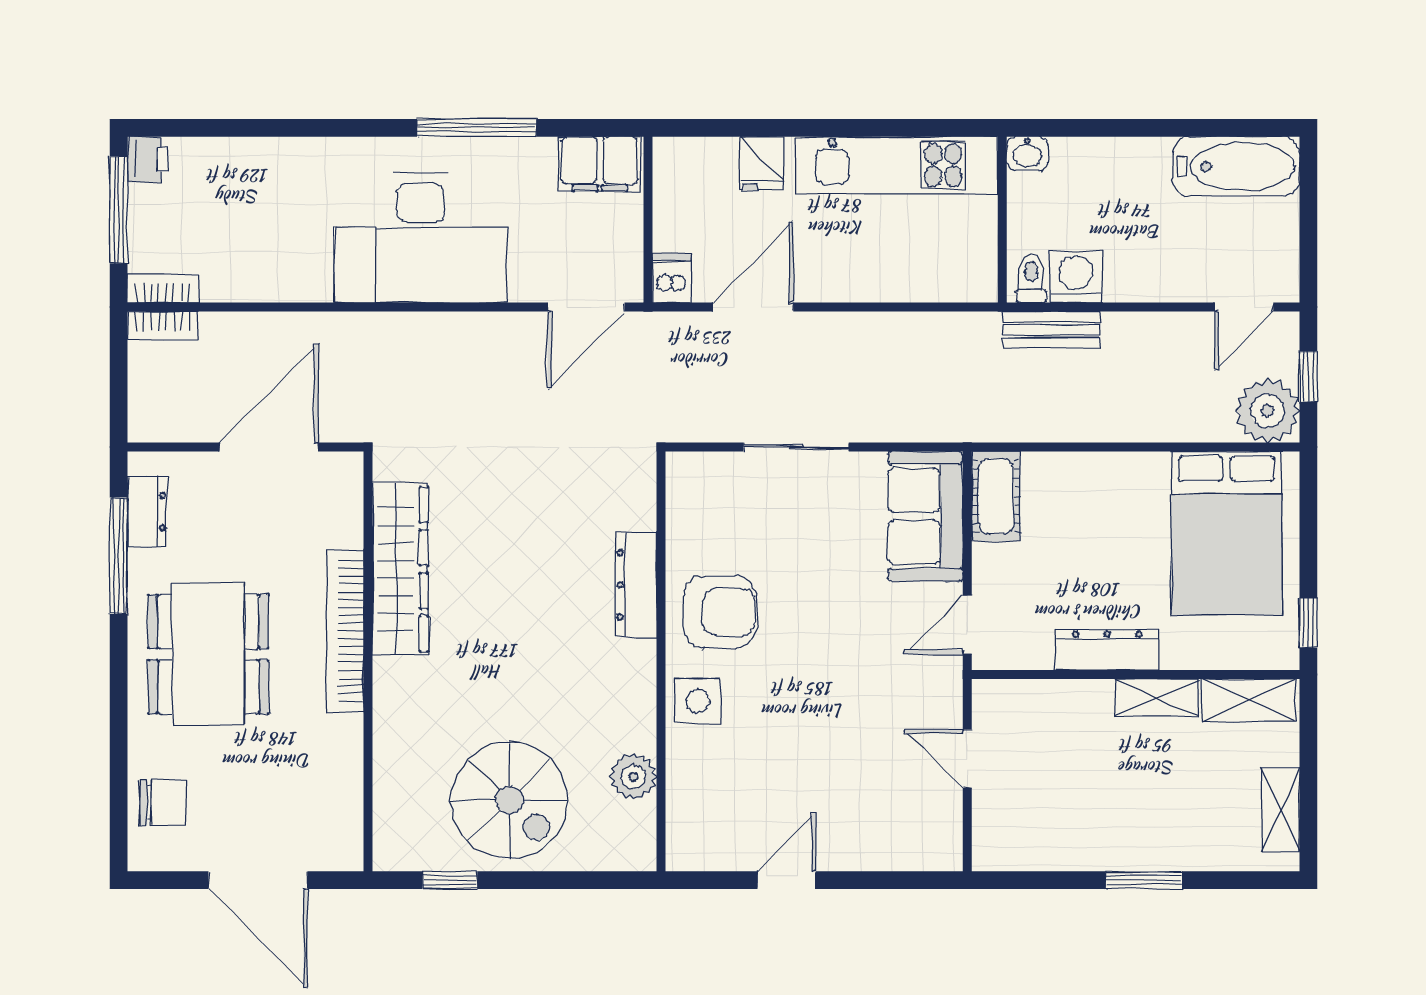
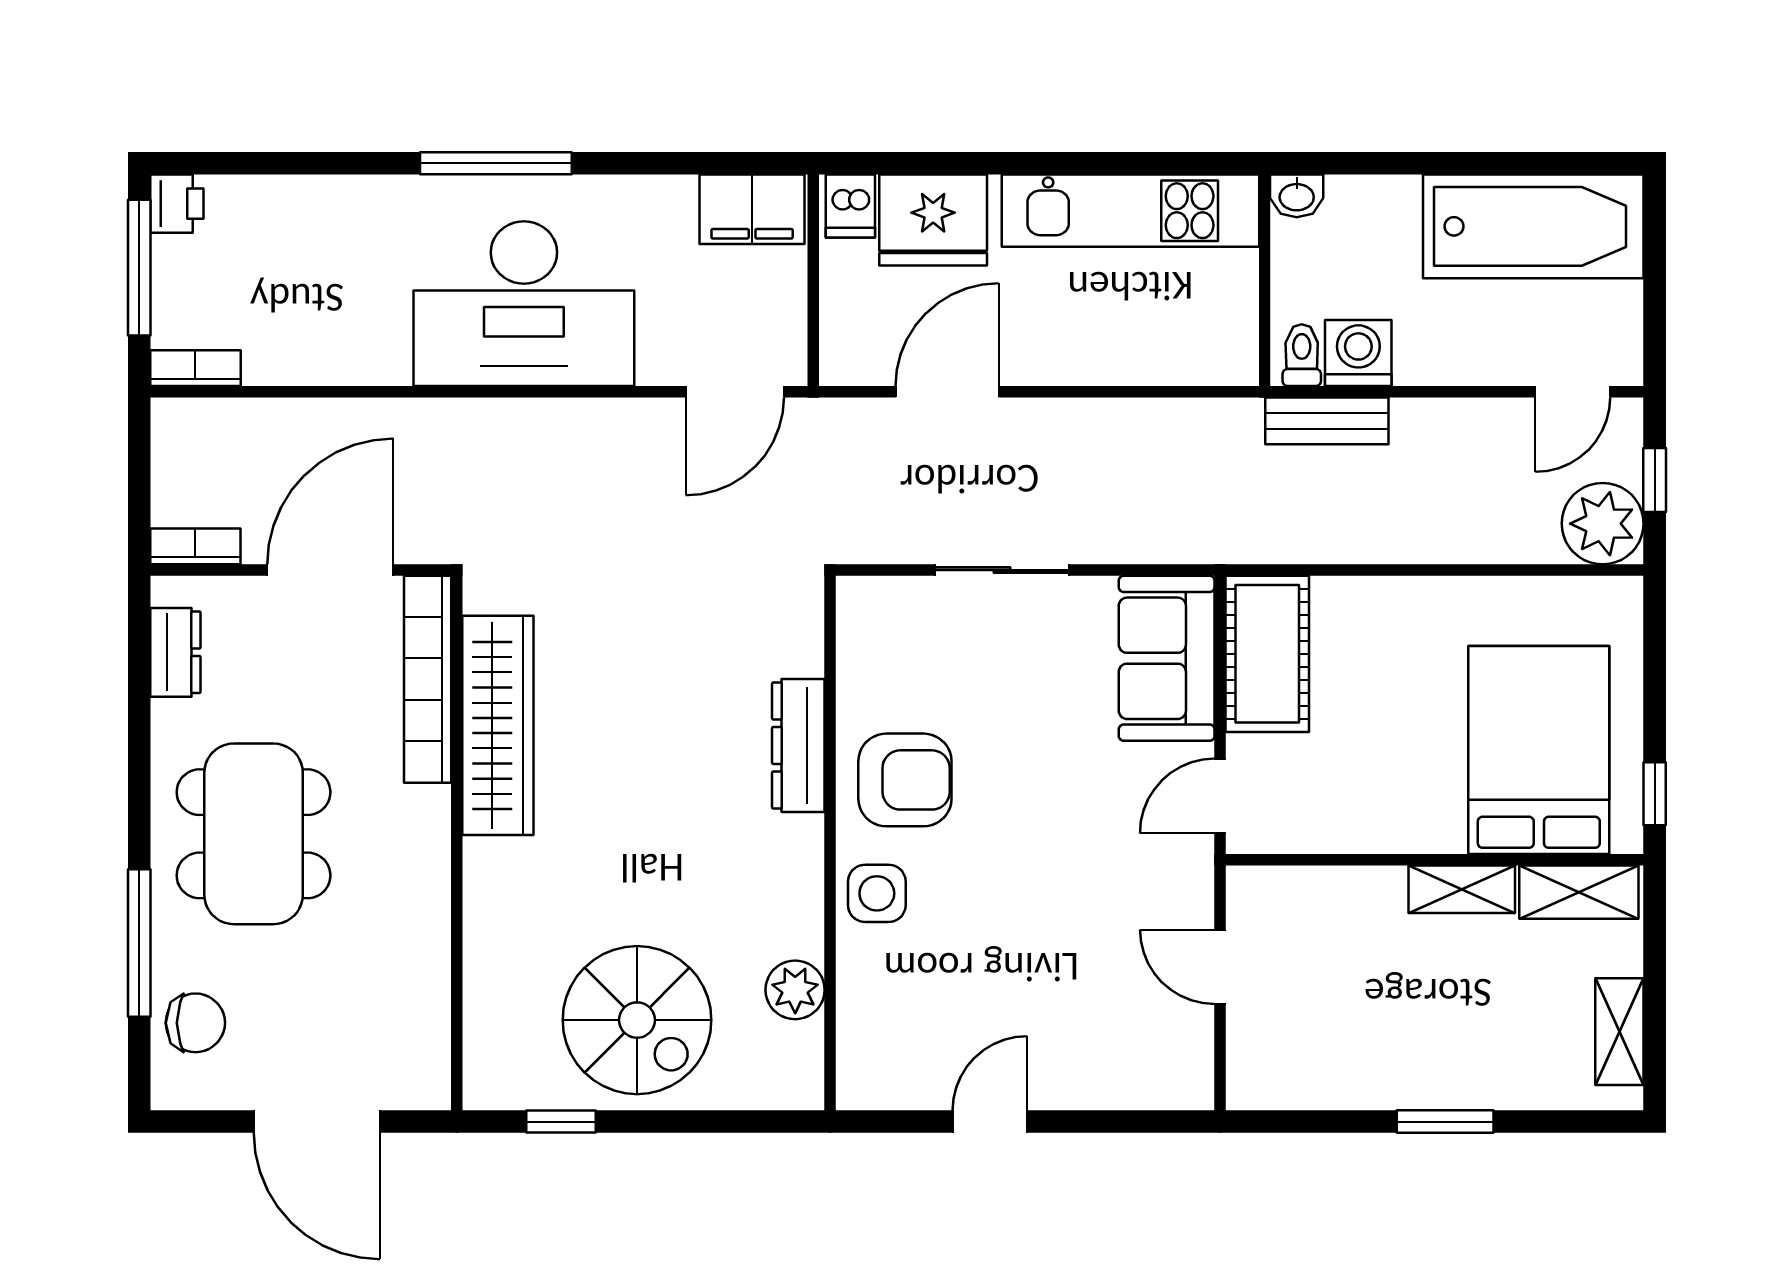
window: (477, 128) -> (496, 163), moved
fridge: (762, 163) -> (933, 220), width x1.88, depth x1.34
bathtub: (1236, 166) -> (1533, 226), width x1.36, depth x1.36
dishwasher: (672, 278) -> (850, 206), moved, turned 180
bookcase: (163, 326) -> (195, 546), moved, turned 180
cot: (996, 496) -> (1267, 654), width x1.37, depth x1.34
bed: (1226, 533) -> (1539, 750), moved, turned 180
window: (119, 556) -> (139, 943), moved
bookcase: (345, 631) -> (428, 679), moved
dresser: (1107, 650) -> (1398, 828), removed

